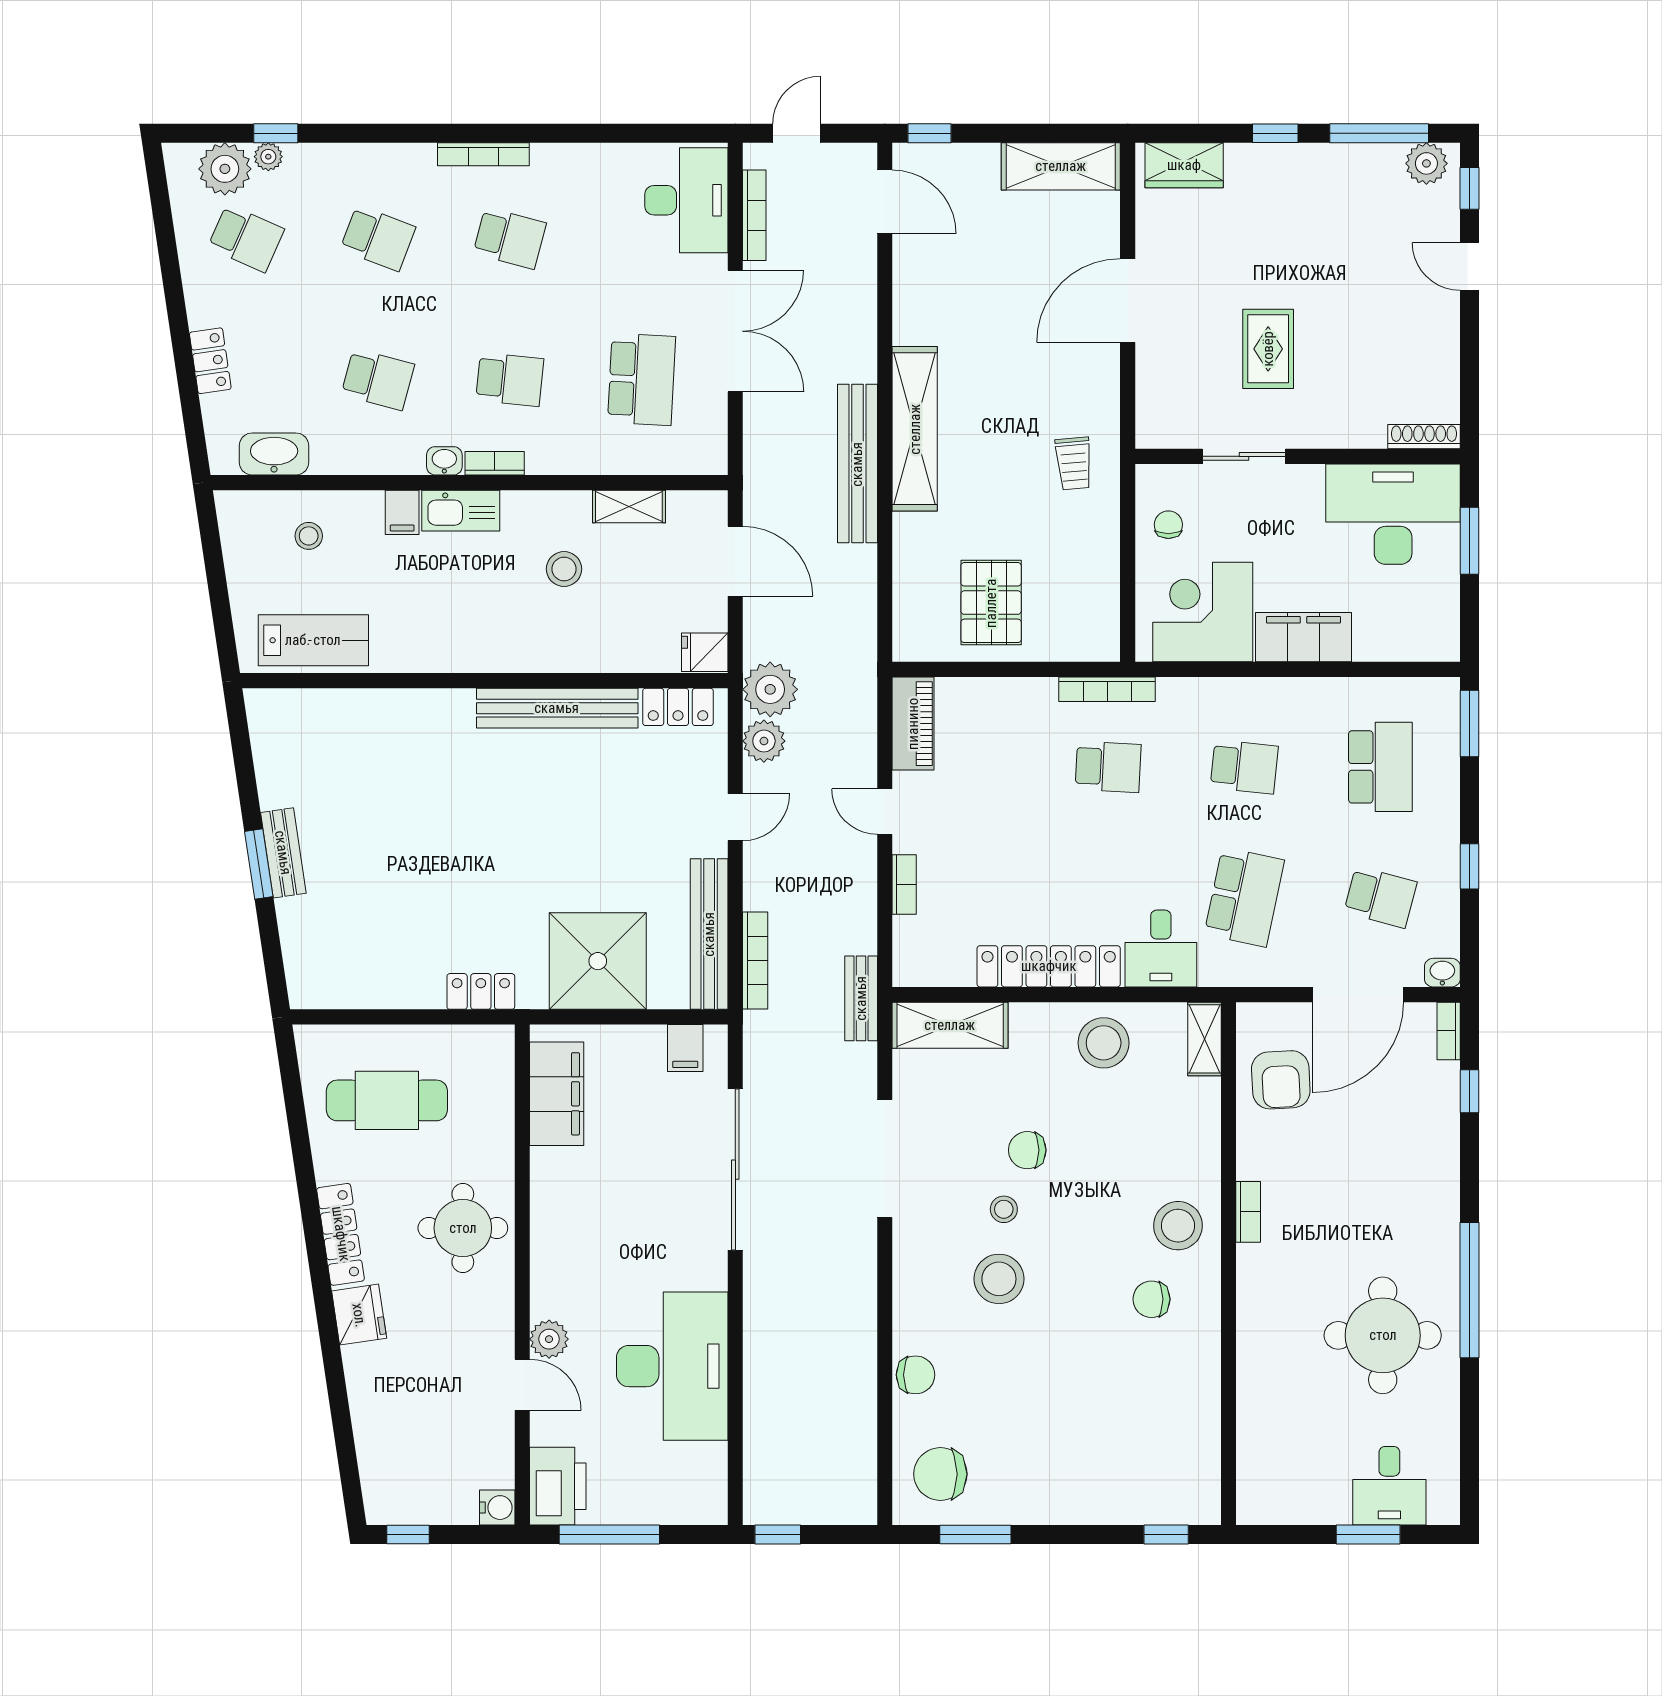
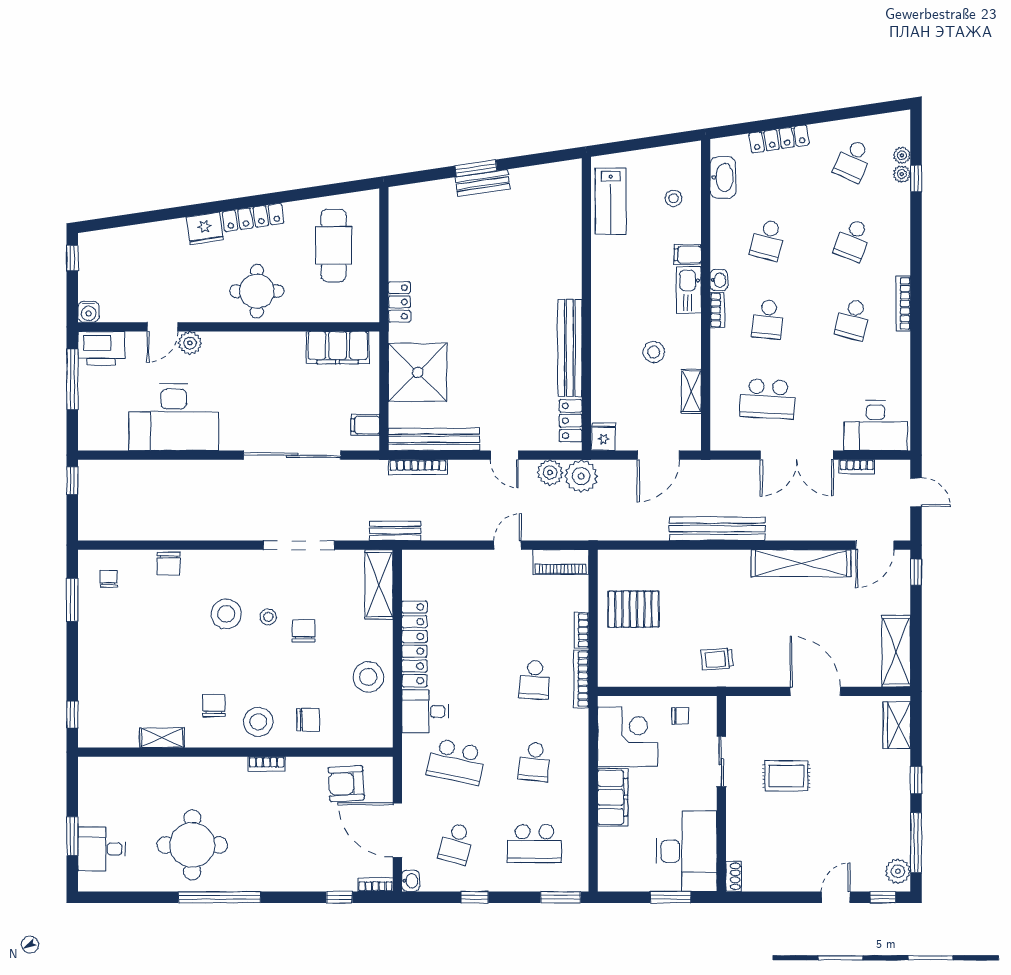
plant: (225, 169) -> (902, 155), width x0.53, depth x0.53
bookcase: (754, 215) -> (857, 467), width x0.64
locker: (210, 361) -> (779, 139), width x1.53
shelving: (915, 429) -> (801, 563), moved
shoe rack: (1424, 437) -> (733, 876), width x0.70
bookcase: (904, 884) -> (581, 630), moved, turned 90
shelving: (1204, 1039) -> (162, 738), moved
chair: (1175, 1143) -> (308, 720), added
chair: (940, 1474) -> (109, 579), width x0.54, depth x0.54

